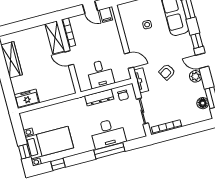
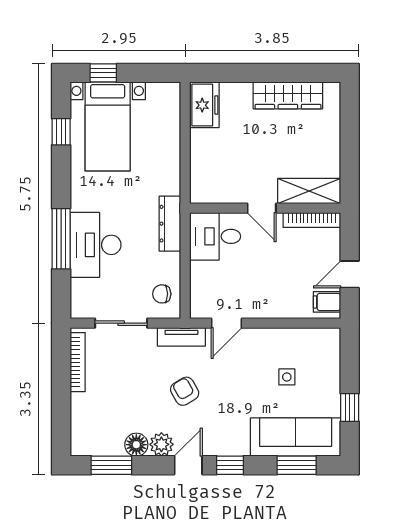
door: (69, 58) -> (262, 208), swing flipped
desk: (100, 74) -> (215, 236), moved
dresser: (99, 97) -> (170, 224), moved
floor lamp: (203, 103) -> (136, 445), moved

